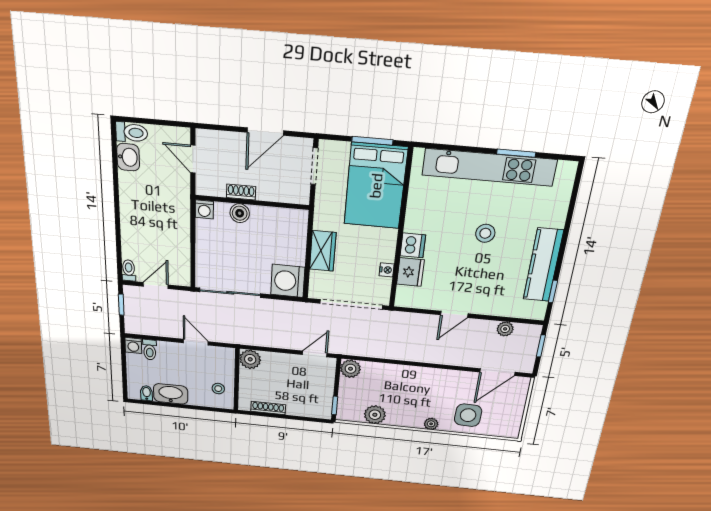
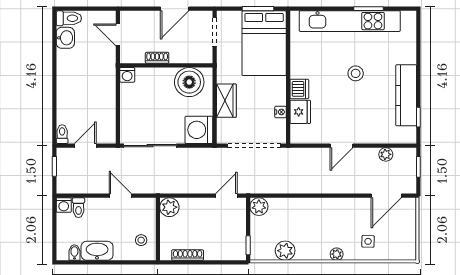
boiler: (240, 213) -> (189, 82), moved, width x1.86, depth x1.86
side table: (468, 415) -> (368, 241), width x0.54, depth x0.54

